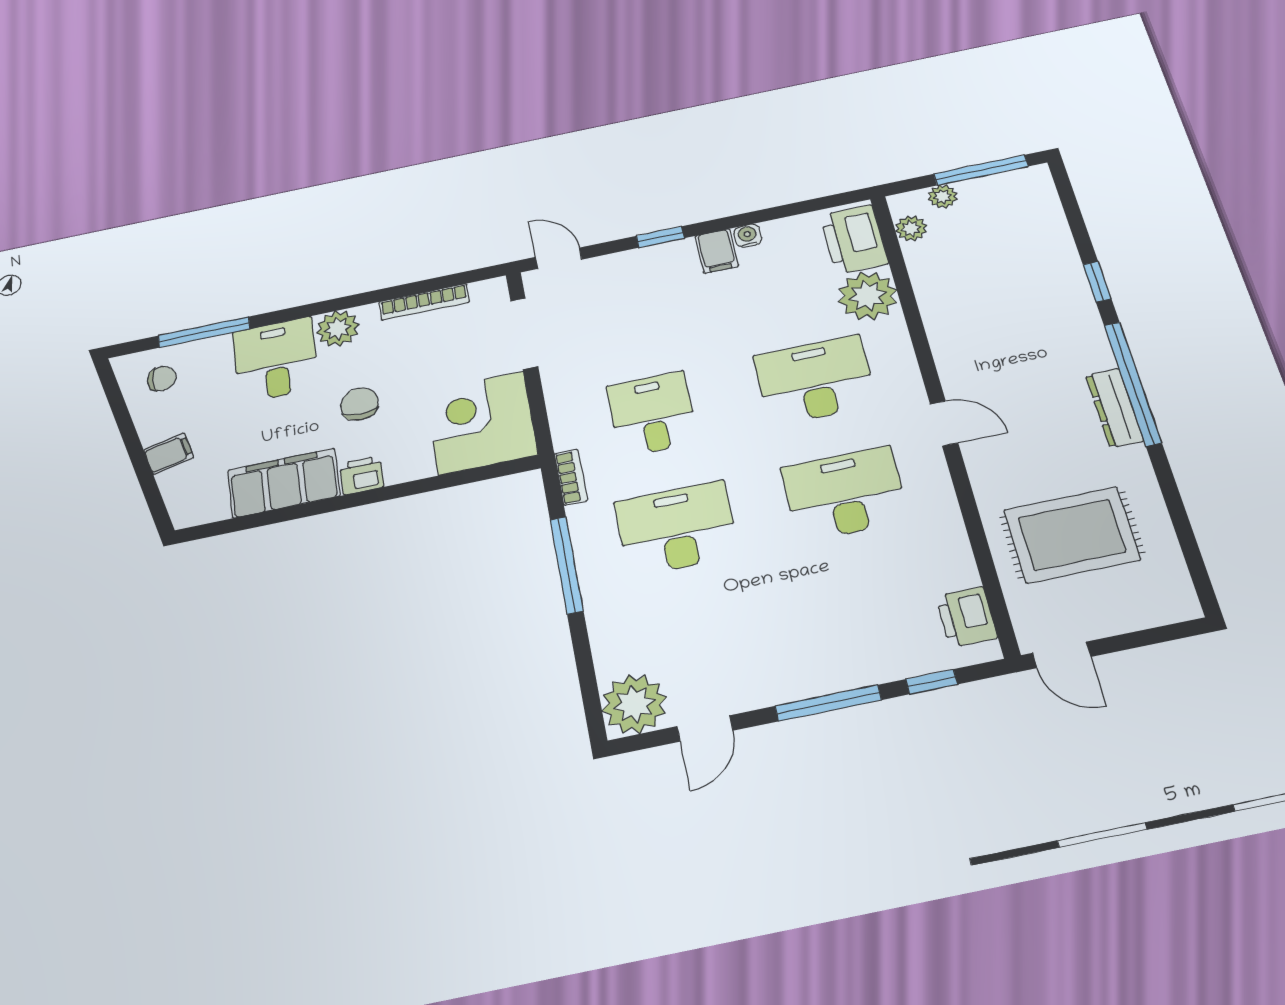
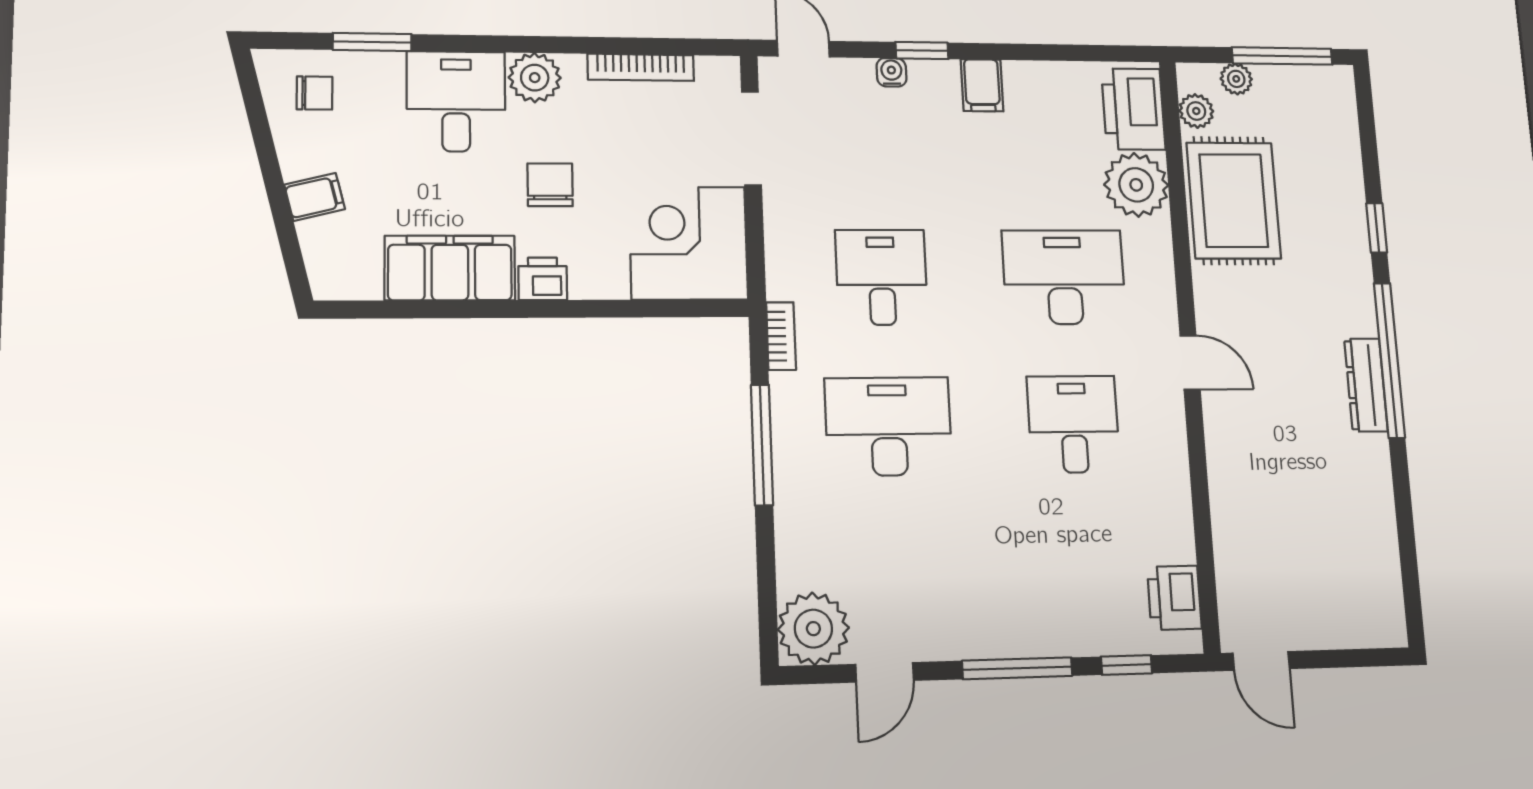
water cooler: (748, 236) -> (891, 72), moved
window: (204, 332) -> (372, 42), width x0.69
desk: (845, 494) -> (1073, 424), width x0.73
rug: (1072, 535) -> (1234, 201), moved, turned 90

